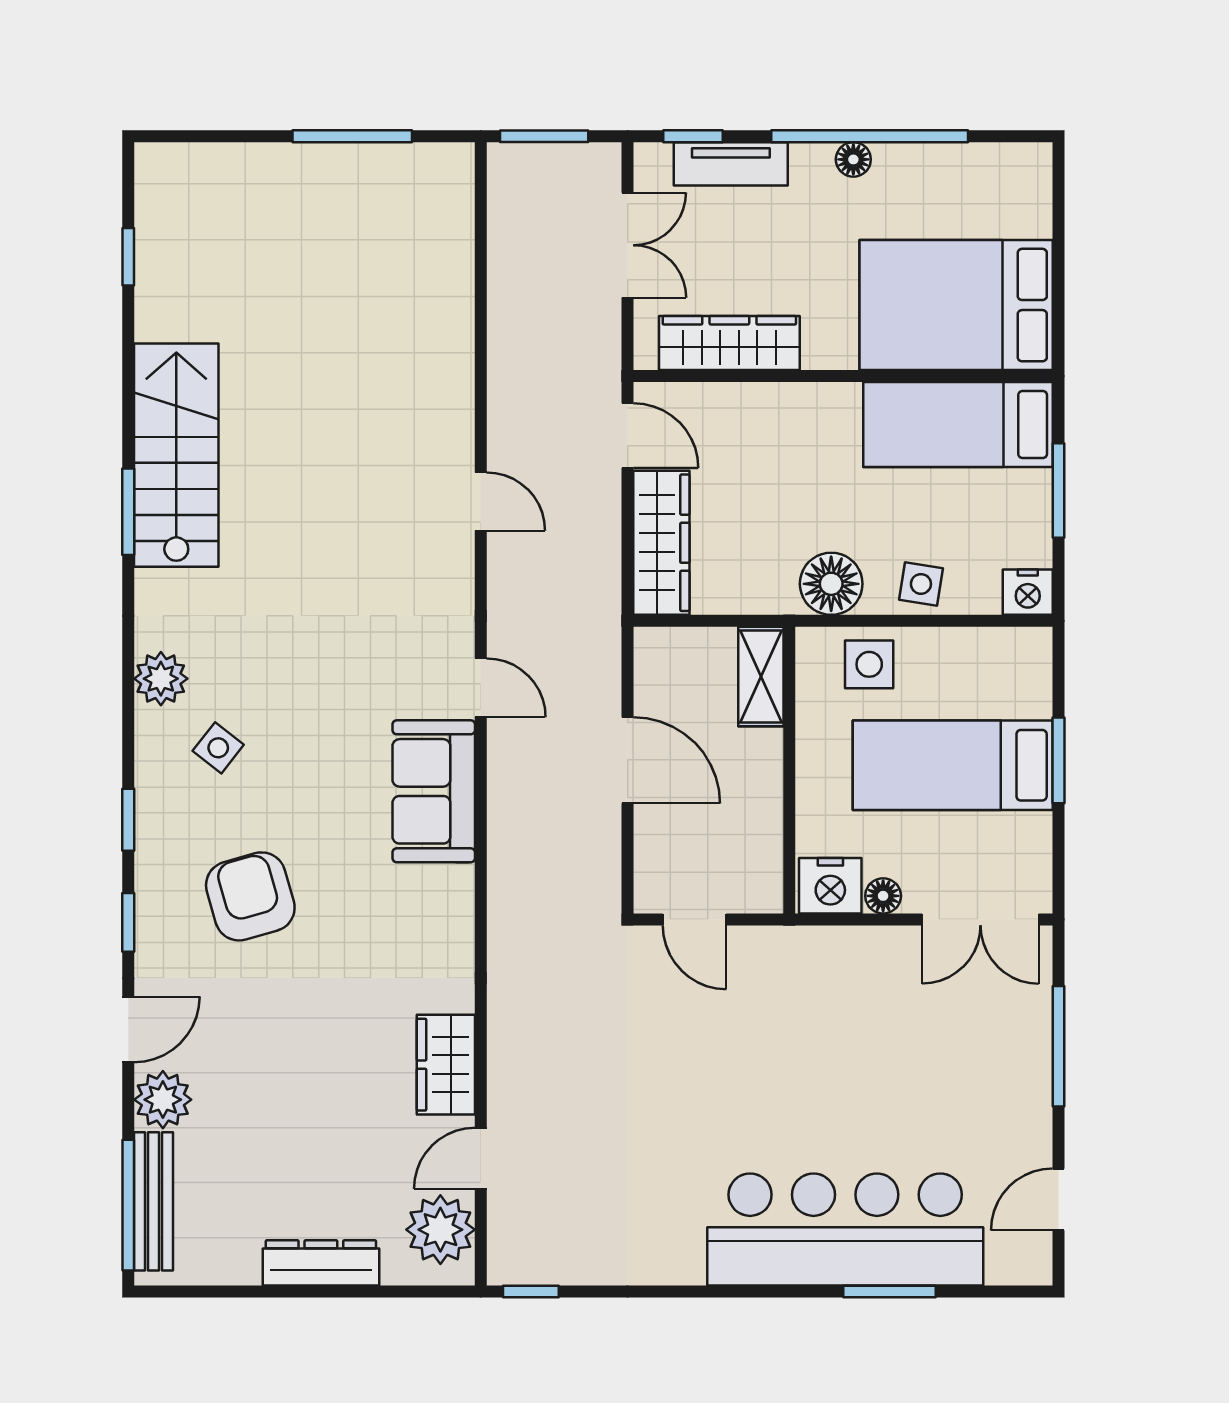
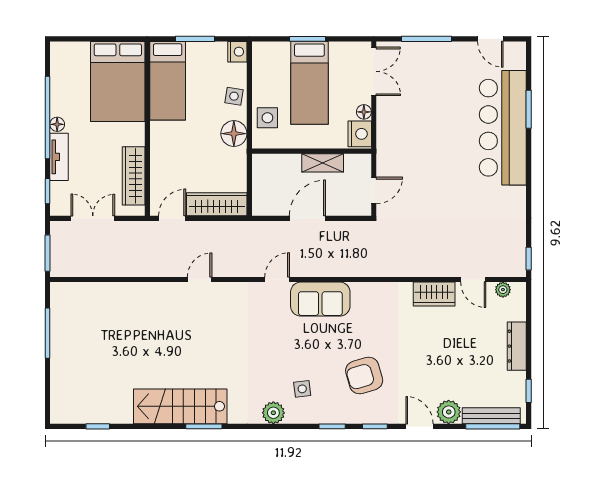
tv unit: (731, 164) -> (59, 157), moved
shelving: (761, 676) -> (323, 163), moved
side table: (218, 748) -> (302, 389), turned 45
plant: (440, 1230) -> (503, 290), width x0.53, depth x0.53
window: (214, 1292) -> (529, 391), added

